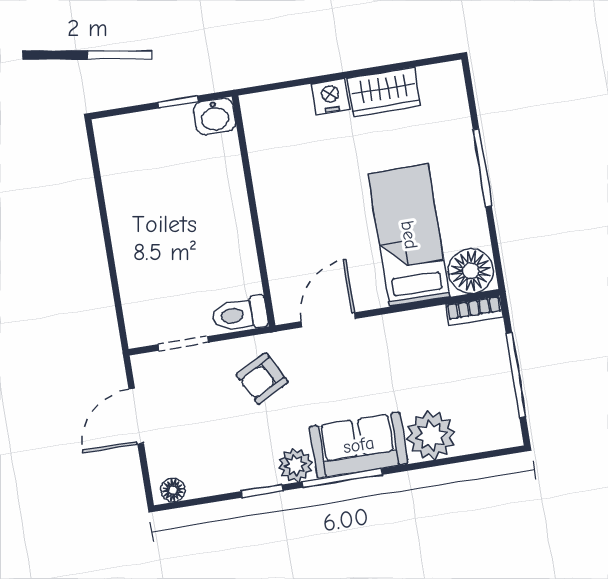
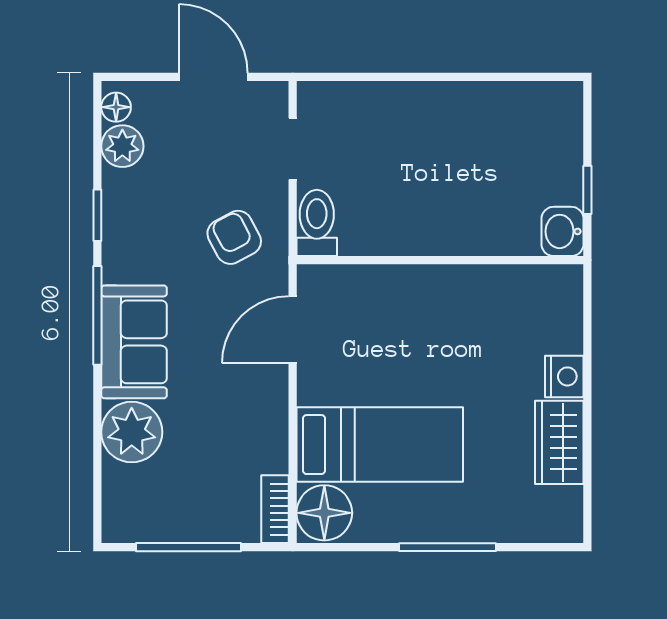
door: (328, 320) -> (293, 330), swing flipped
plant: (295, 465) -> (122, 146), moved

